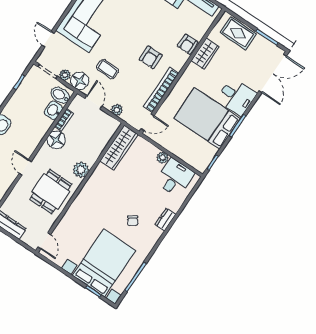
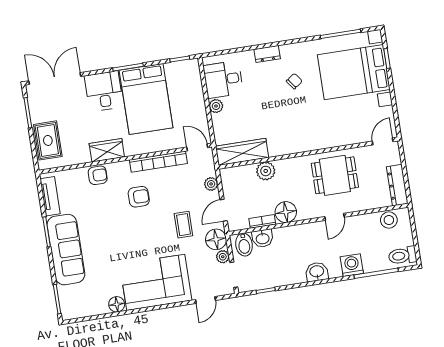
wardrobe: (205, 54) -> (107, 150), moved
plant: (81, 170) -> (266, 171), moved

